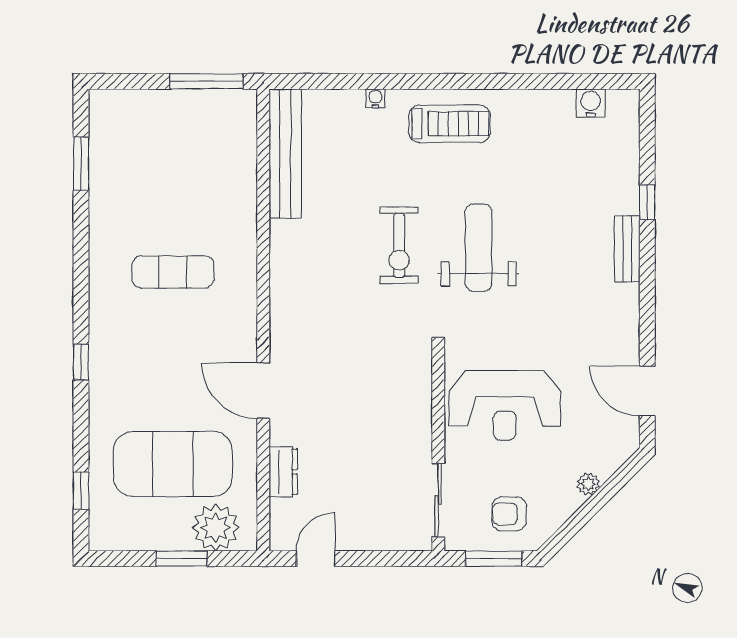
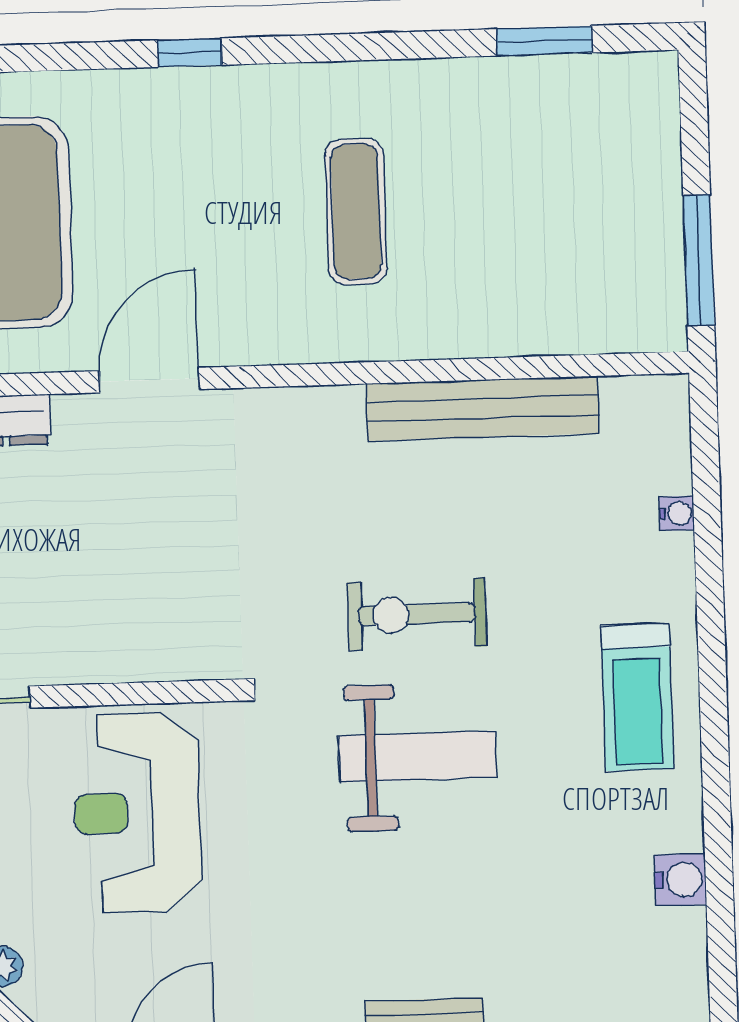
water cooler: (375, 98) -> (677, 513), moved
water cooler: (591, 103) -> (680, 880), moved
bench: (285, 154) -> (483, 408), moved

